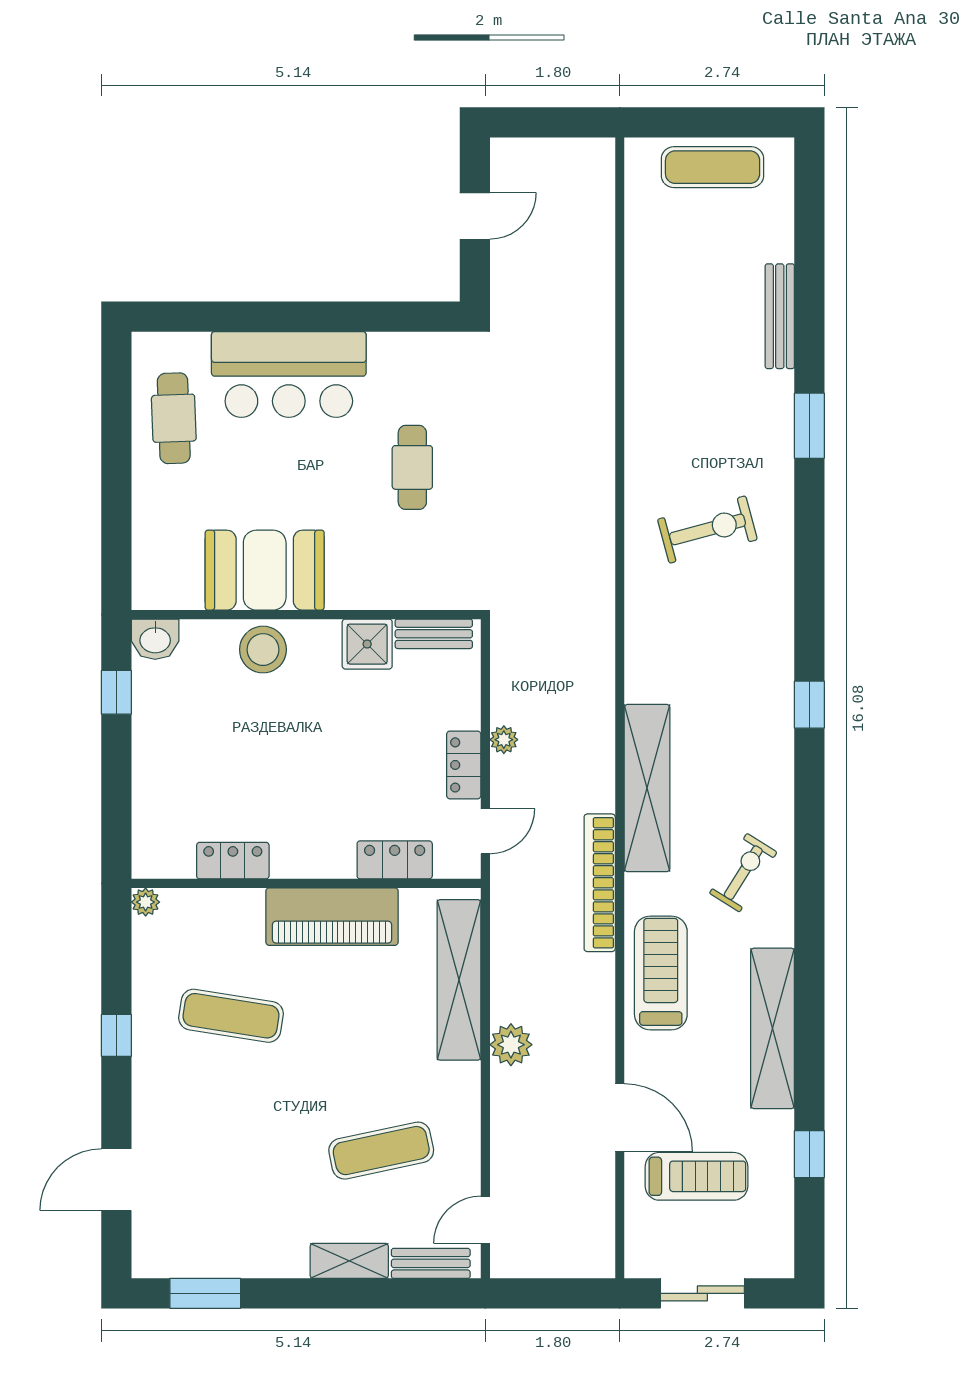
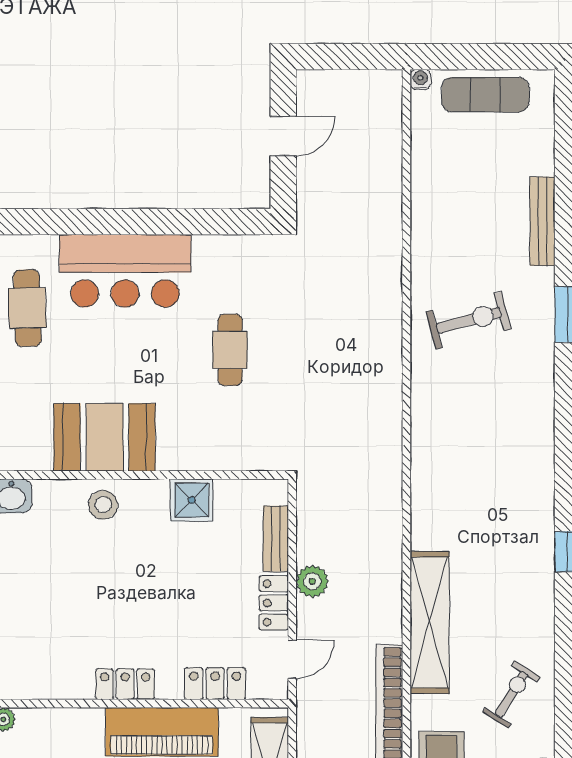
water cooler: (636, 149) -> (420, 79), added
exercise bike: (707, 529) -> (469, 320), moved
bench: (434, 634) -> (276, 539), moved, turned 90
stool: (263, 650) -> (103, 505), width x0.73, depth x0.73
plant: (504, 740) -> (312, 581), width x1.38, depth x1.38
locker: (233, 861) -> (125, 684), moved

